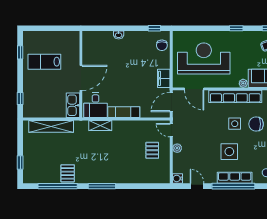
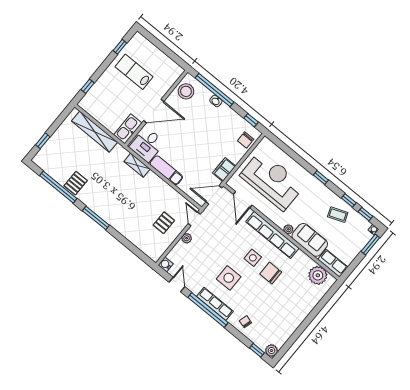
window: (111, 28) -> (214, 90), added
stool: (92, 46) -> (186, 91), added

